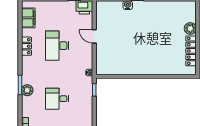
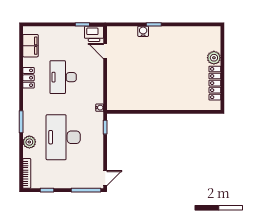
door: (94, 36) -> (105, 51), moved
plant: (27, 90) -> (29, 142), moved
desk: (57, 99) -> (63, 137), width x1.87, depth x1.30

